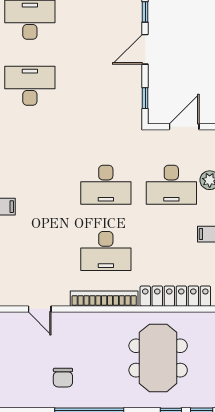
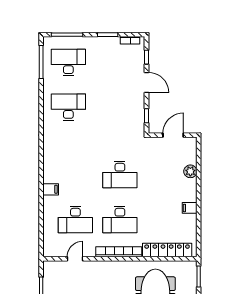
door: (145, 49) -> (147, 83), swing flipped
desk: (171, 185) -> (75, 219), moved
door: (40, 309) -> (75, 259), swing flipped

